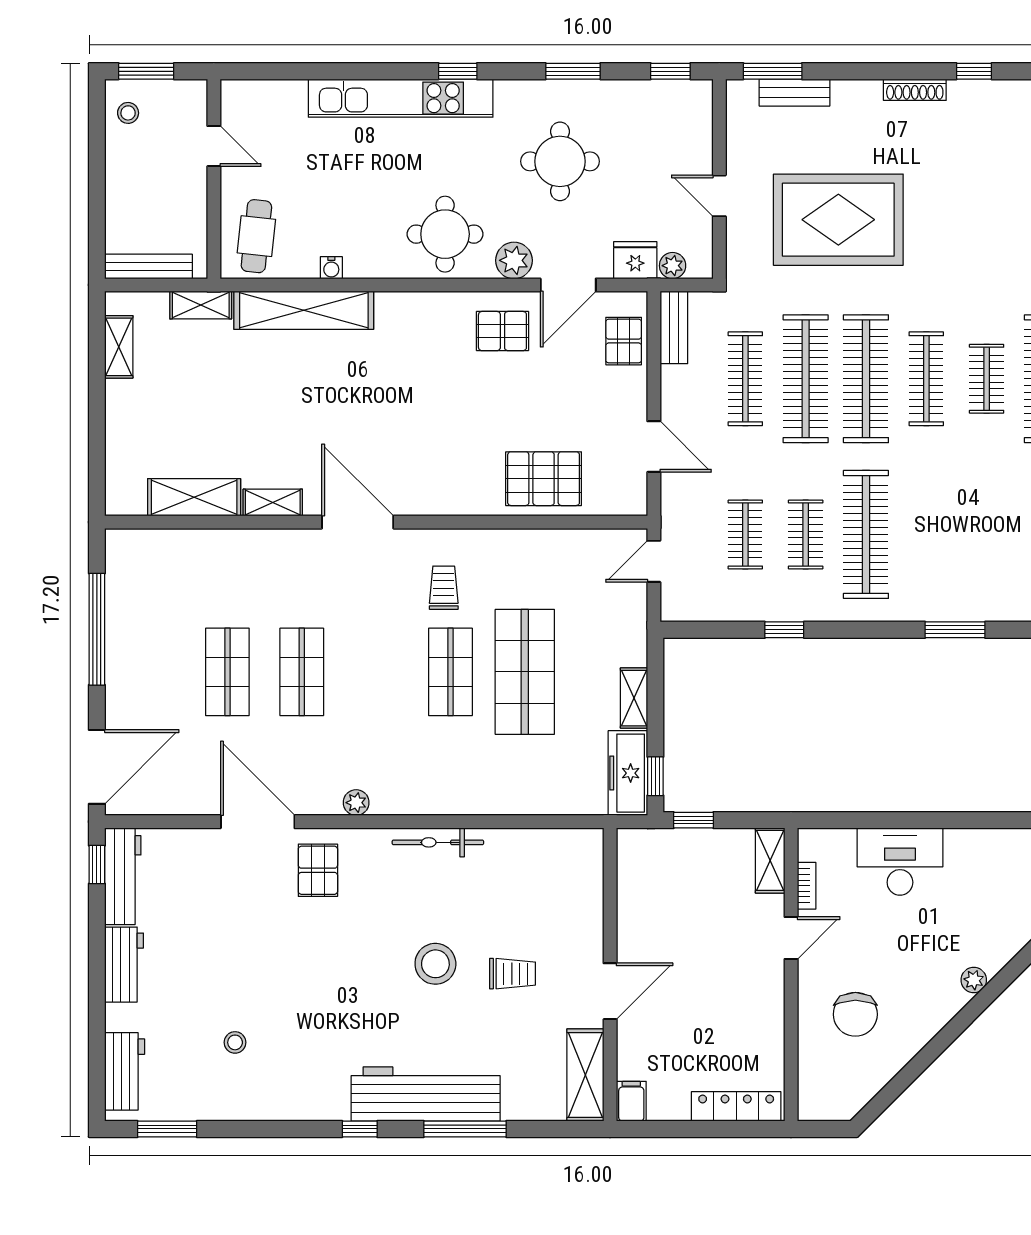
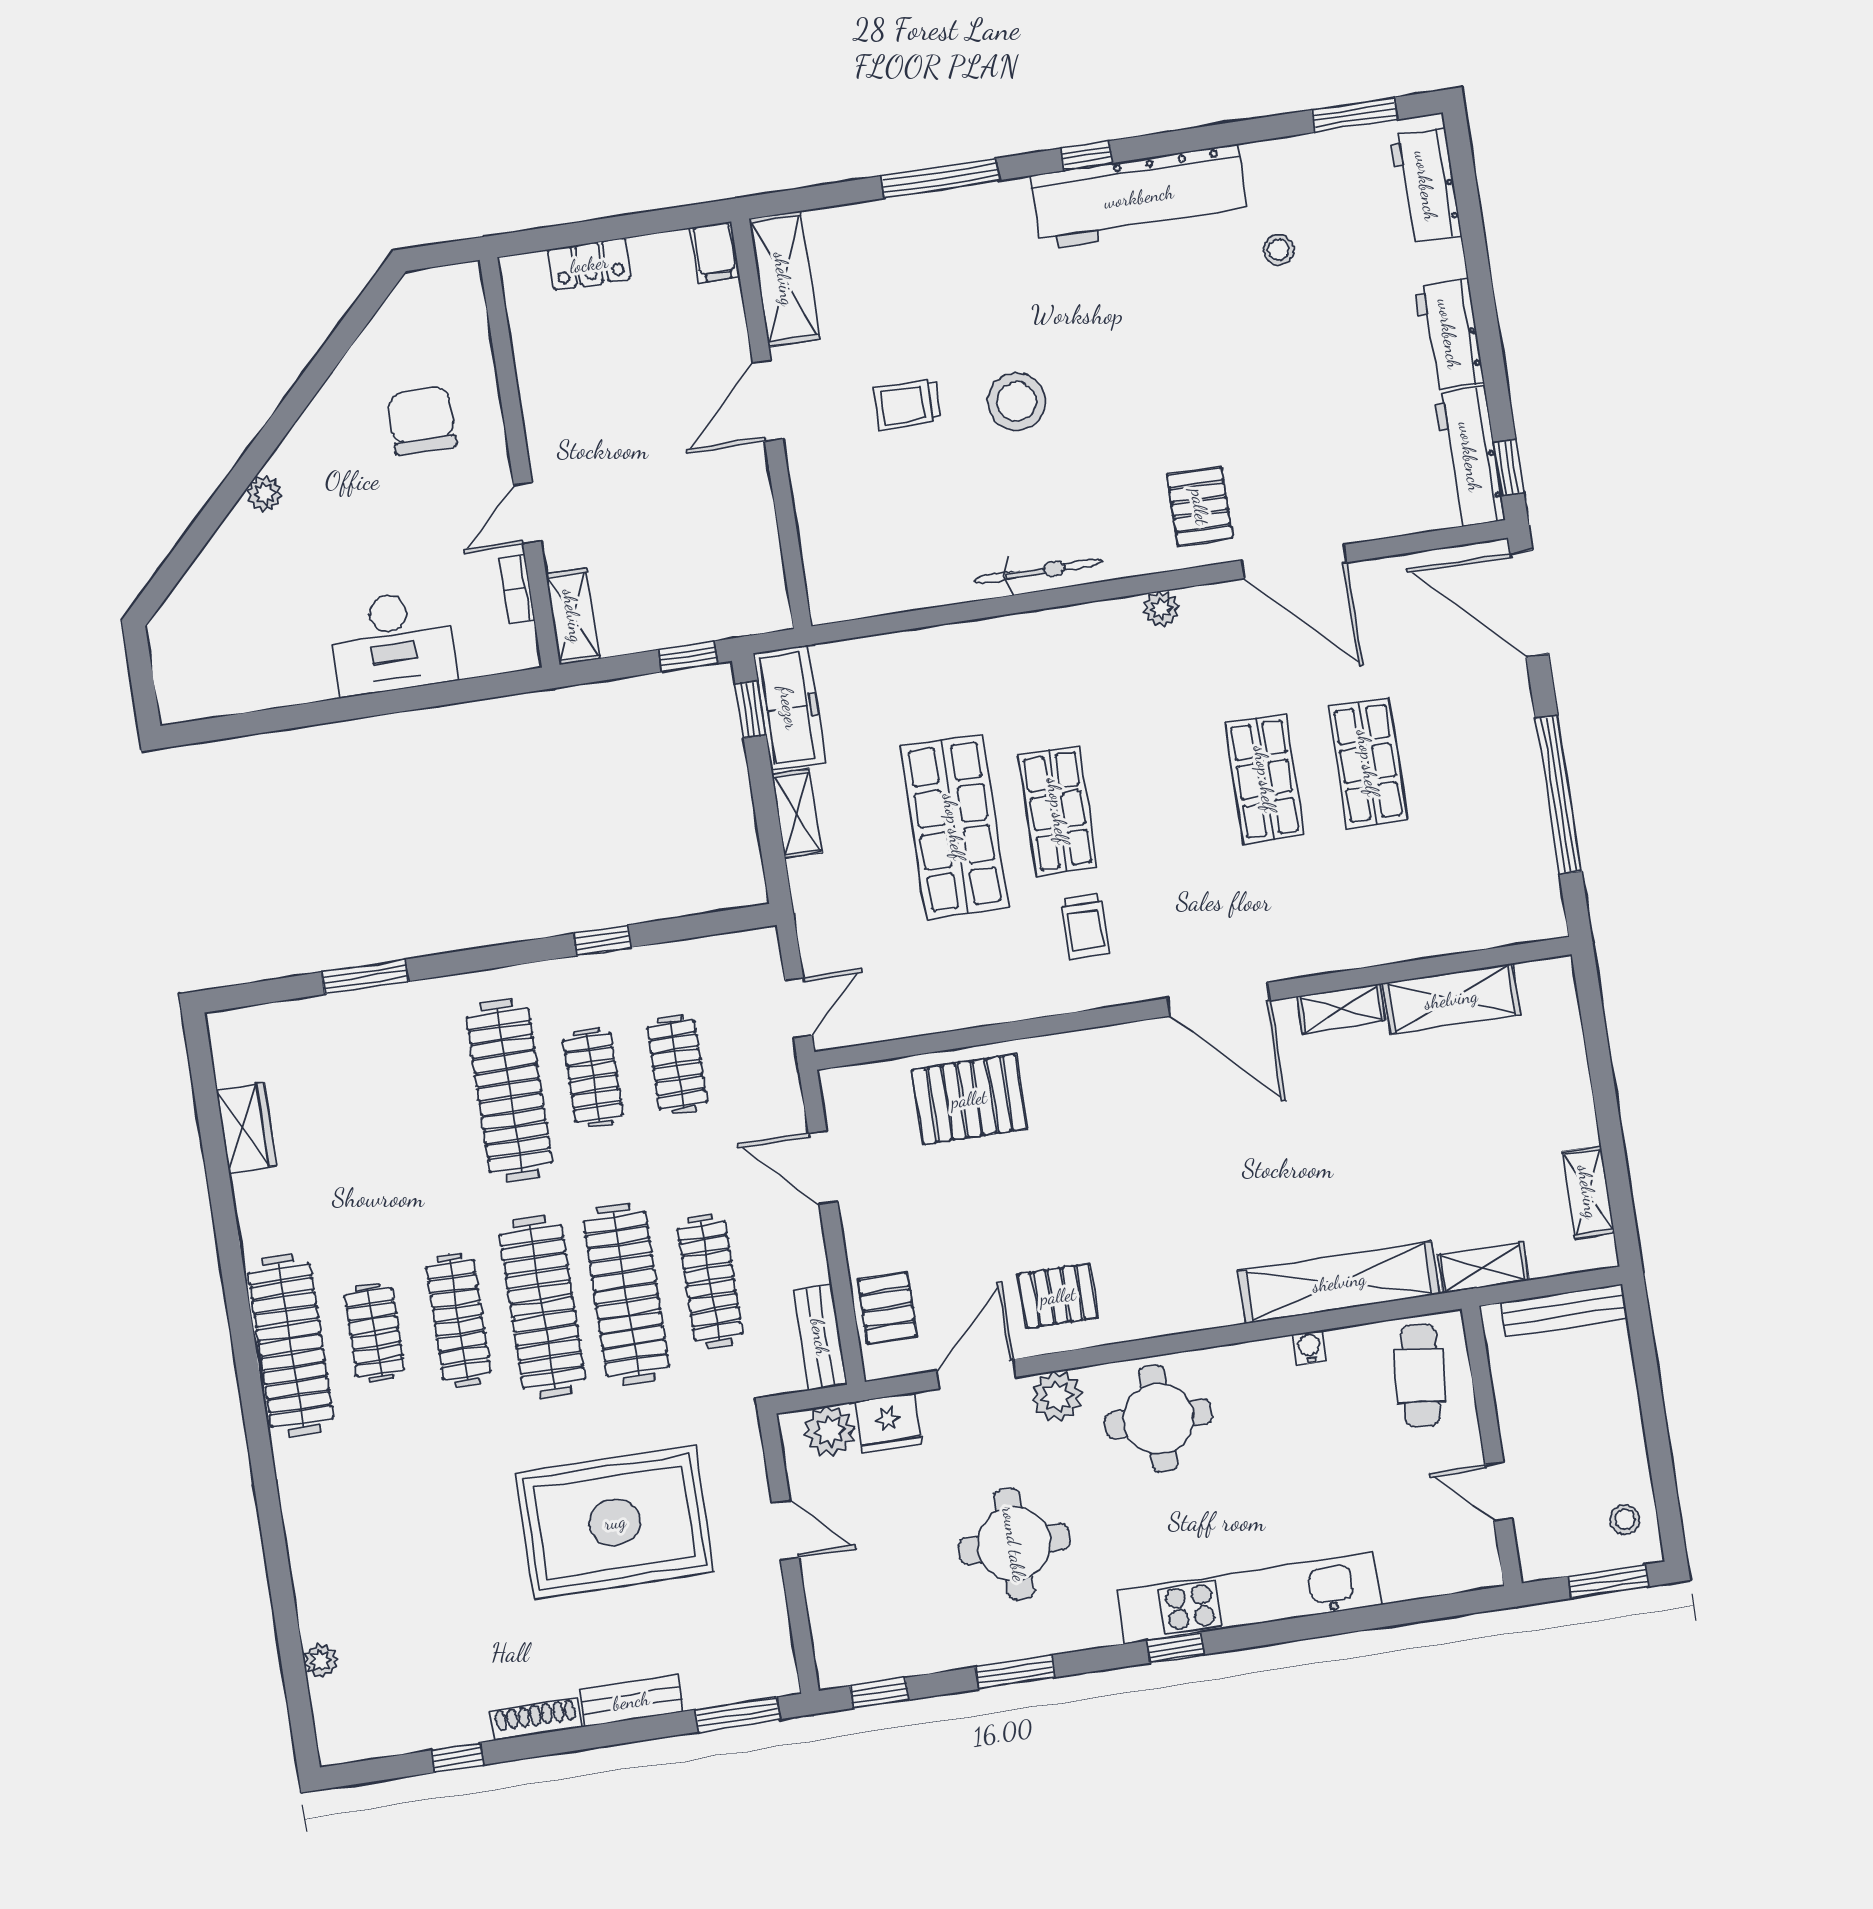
bench: (794, 93) -> (631, 1701), moved
plant: (673, 266) -> (830, 1431), width x1.38, depth x1.38
door: (97, 767) -> (1529, 603), hinge flipped
workbench: (426, 1094) -> (1139, 197), moved
locker: (736, 1106) -> (589, 264), width x0.66

